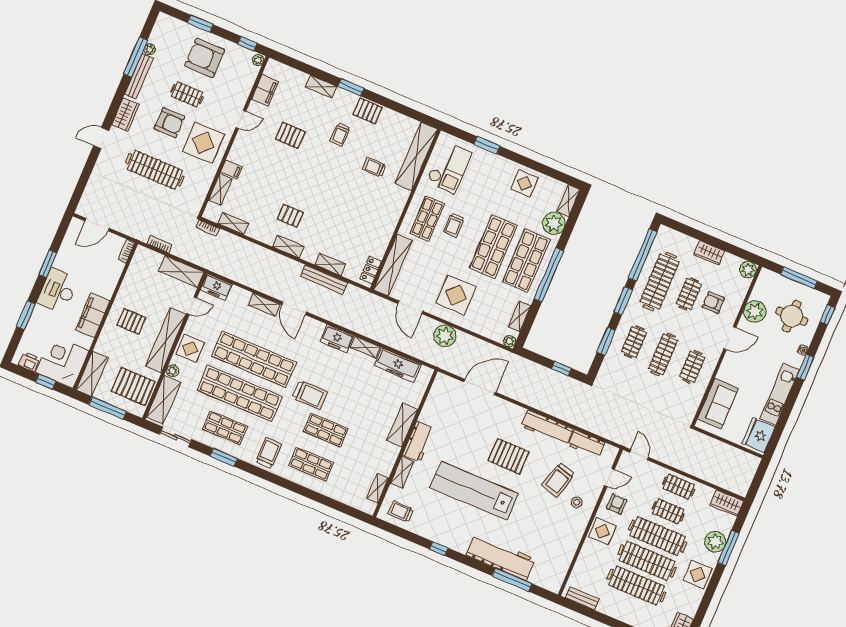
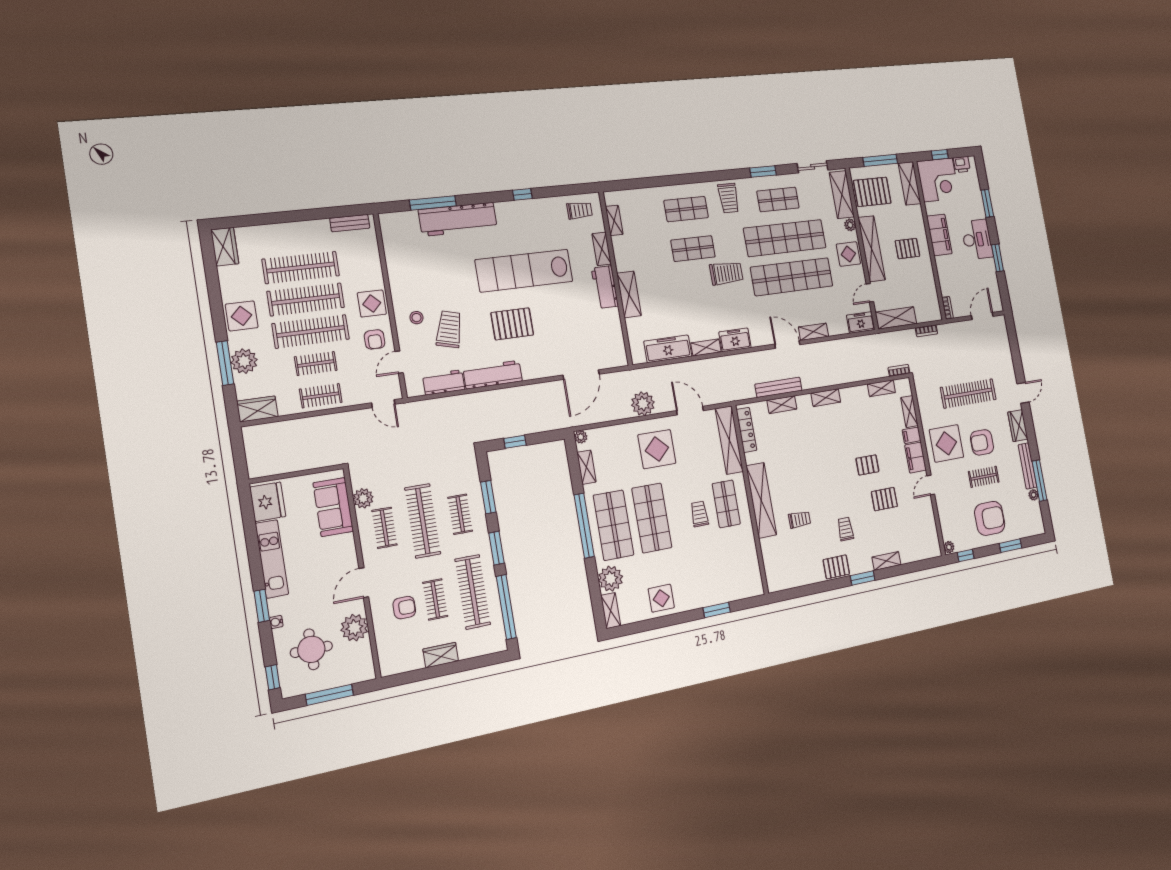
filing cabinet: (265, 90) -> (916, 458), moved
shelving: (416, 156) -> (761, 500), moved
checkout: (449, 167) -> (737, 565), removed
pallet: (290, 216) -> (867, 465), moved
locker: (371, 270) -> (746, 430), width x1.53
plant: (748, 270) -> (363, 498), moved
clothes rail: (663, 354) -> (423, 521), width x1.37, depth x1.31
trolley: (310, 395) -> (726, 273), turned 180
lab bench: (474, 490) -> (524, 271), turned 180

